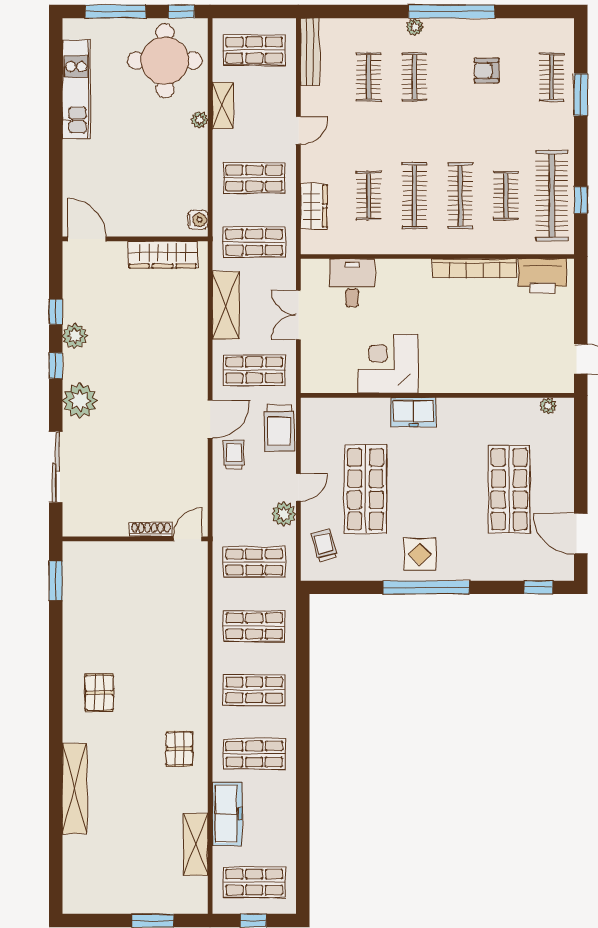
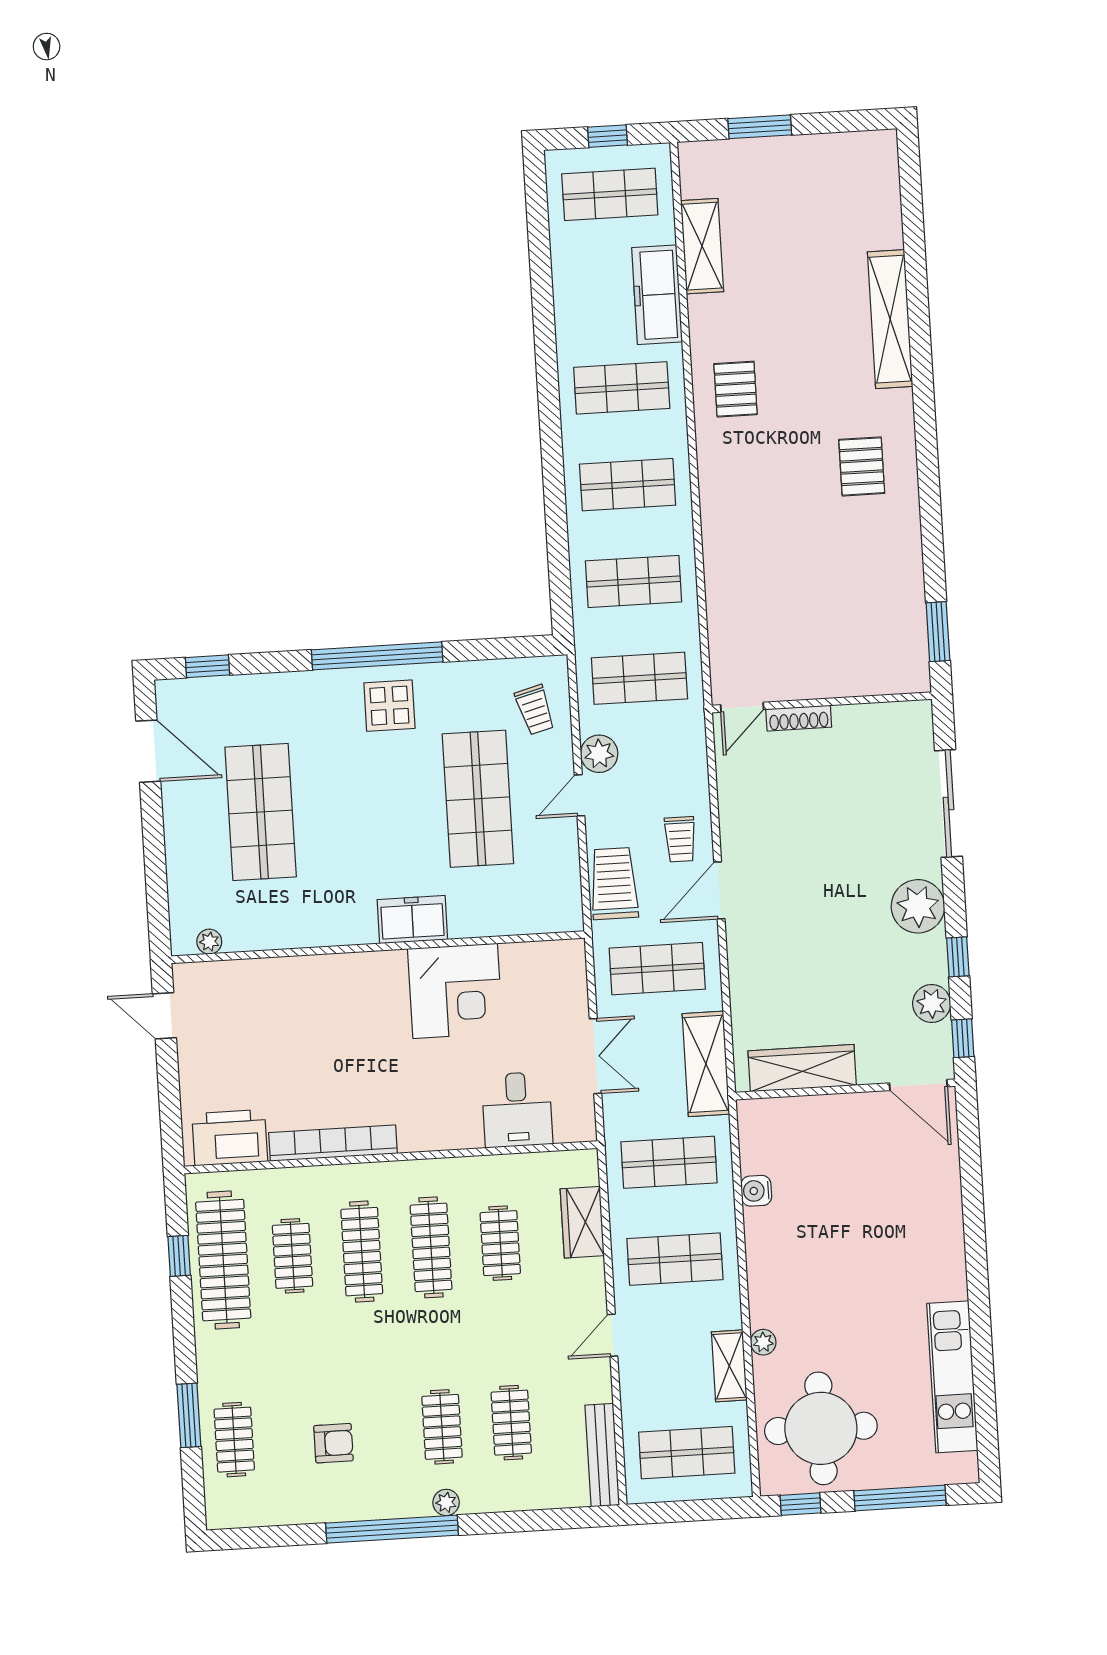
door: (87, 239) -> (918, 1085), moved
wall: (135, 239) -> (845, 1089), moved
wardrobe: (163, 255) -> (802, 1068), moved

